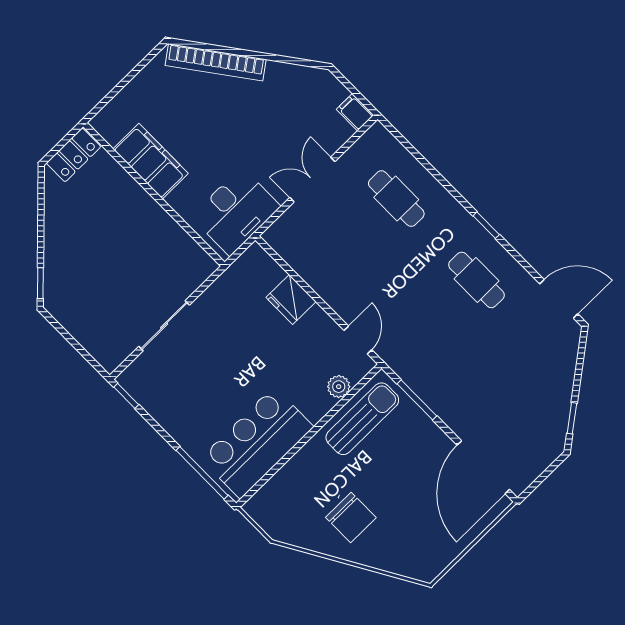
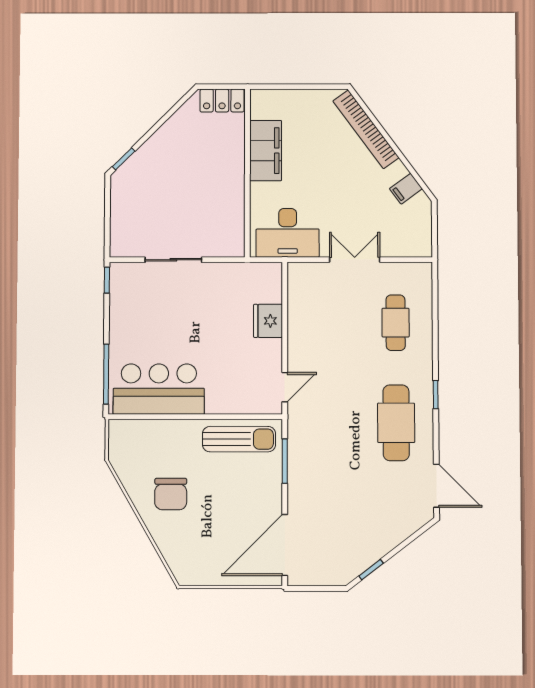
filing cabinet: (355, 112) -> (406, 189), moved, turned -126
cafe table: (477, 280) -> (396, 423), width x1.37, depth x1.35
plant: (339, 387) -> (244, 404), removed

